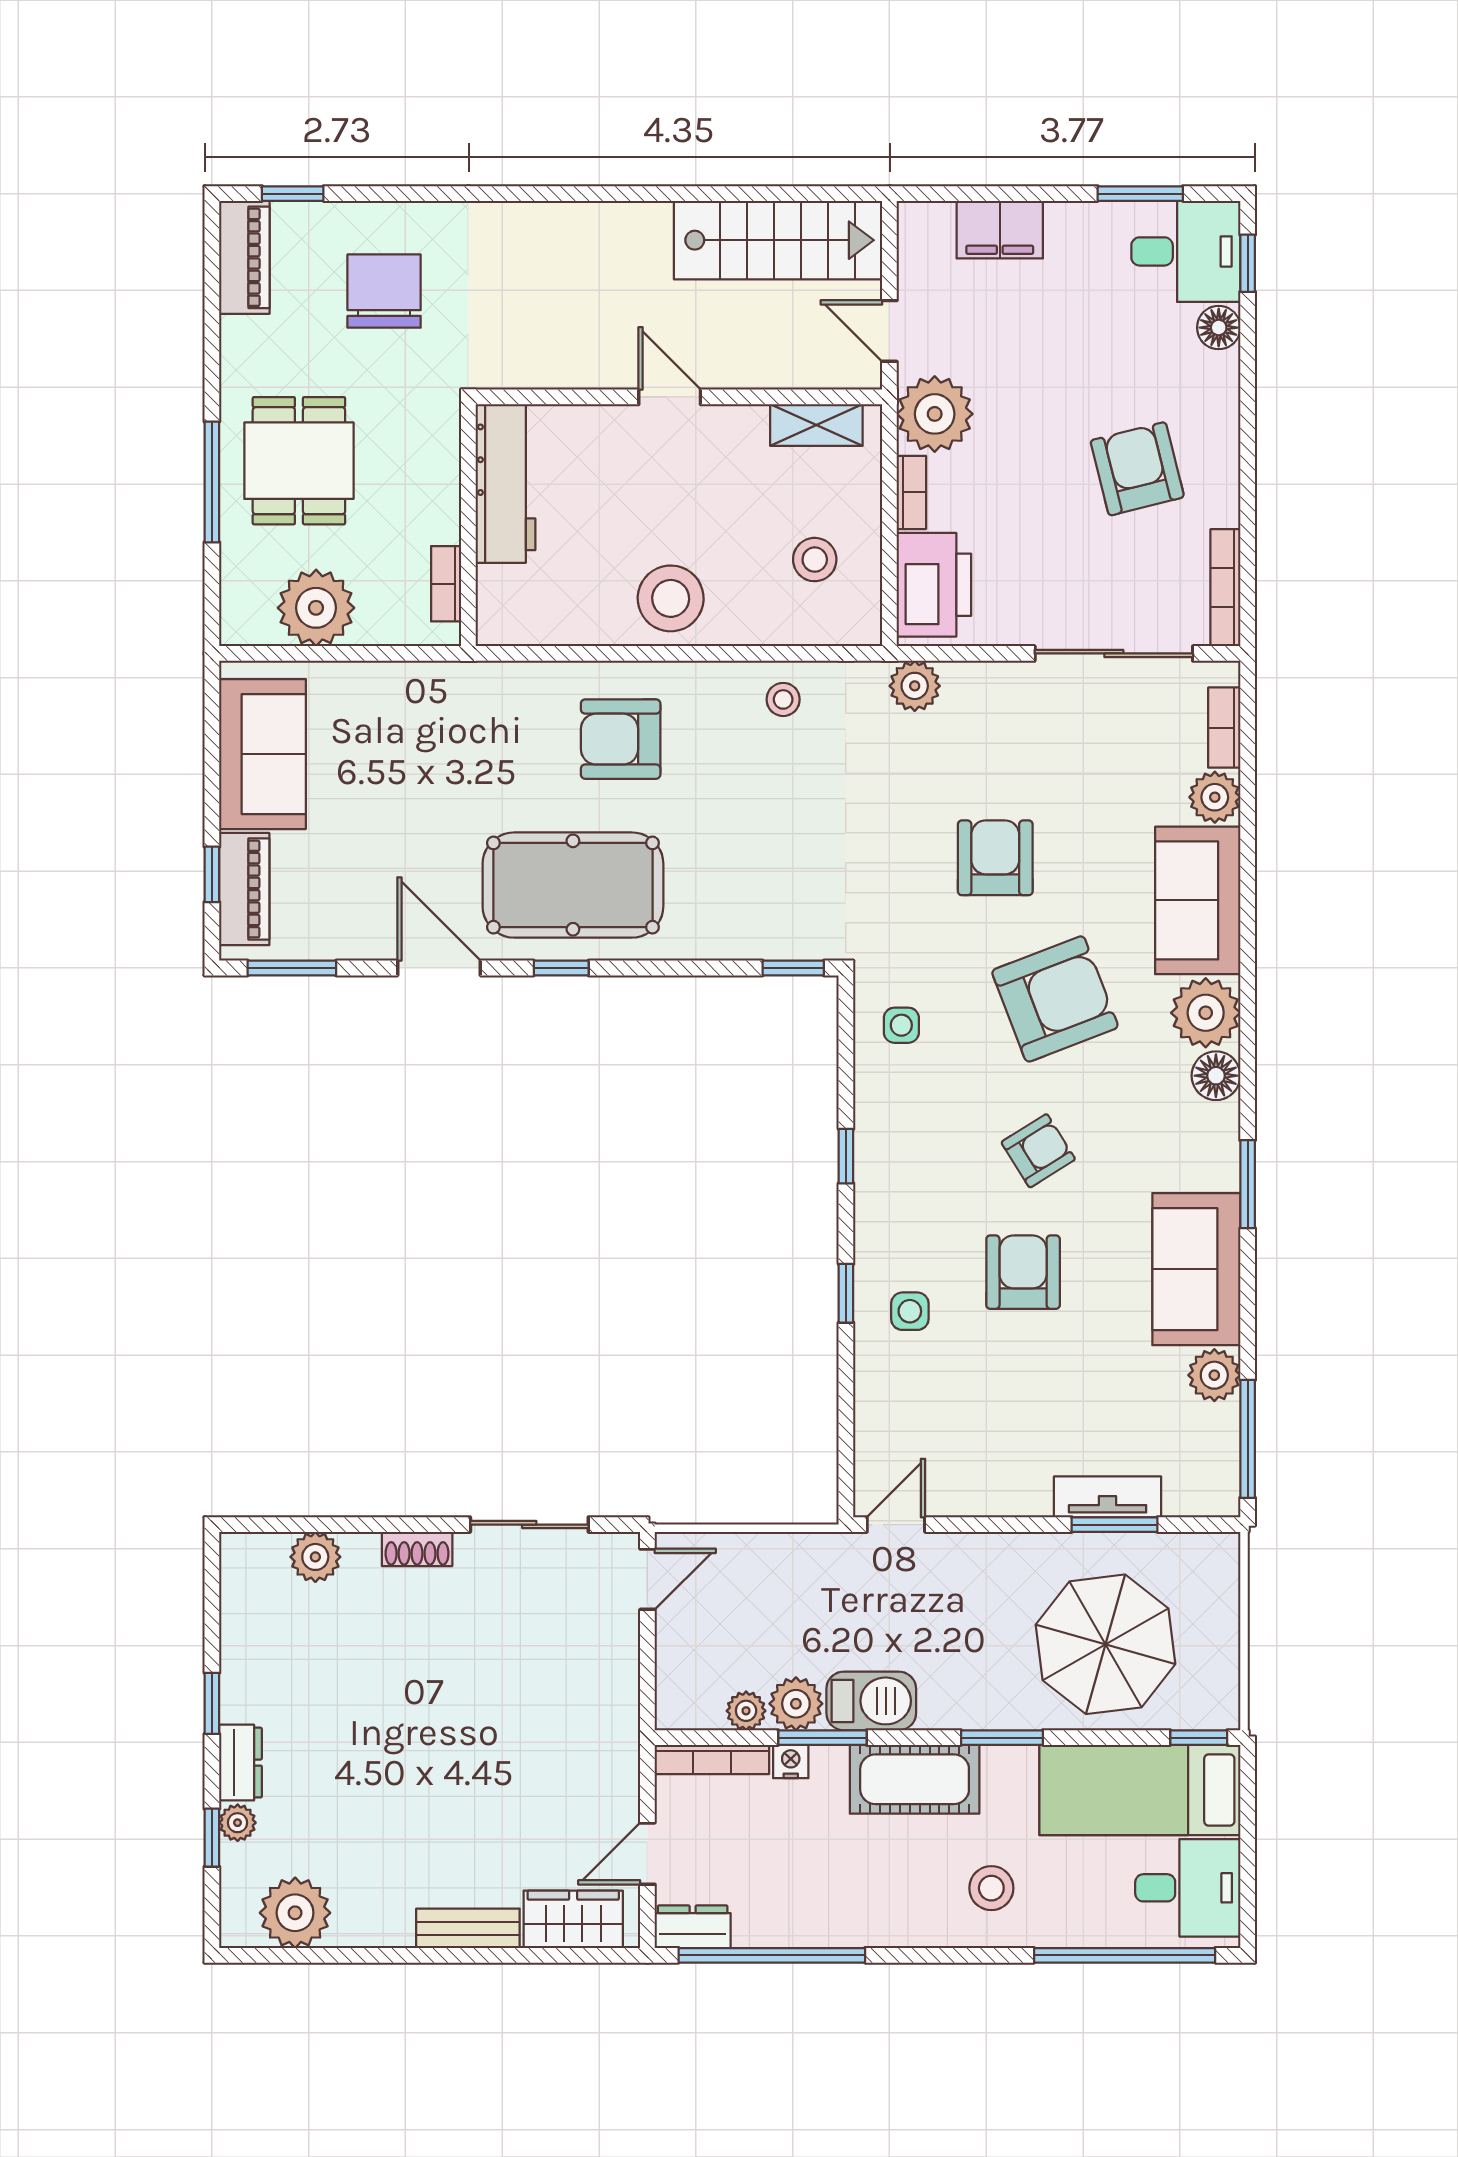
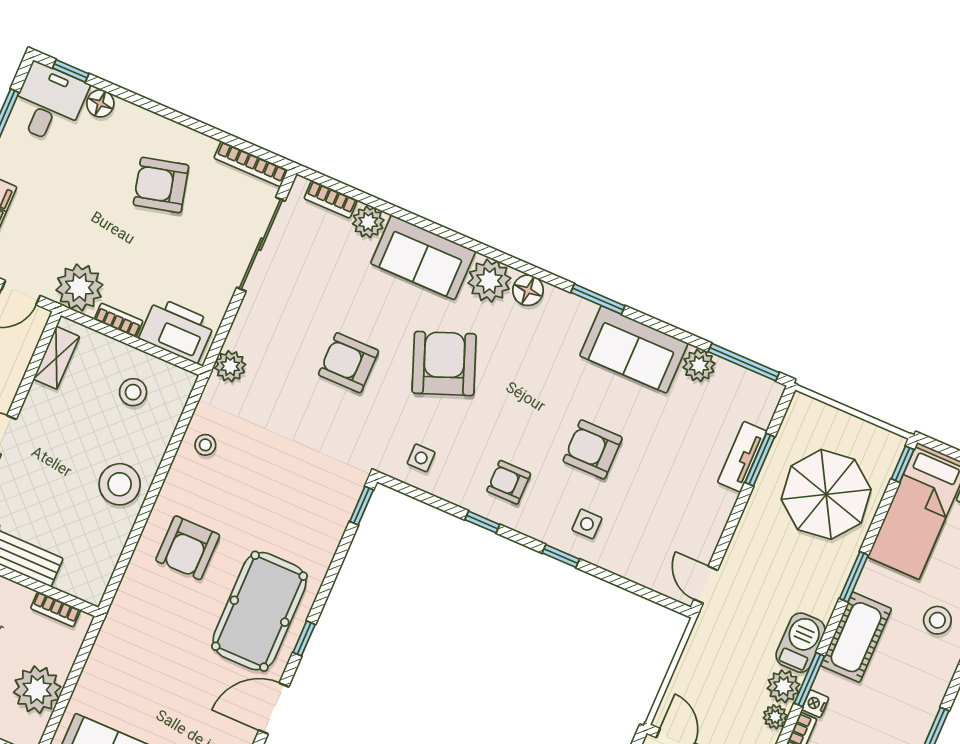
armchair: (1038, 1151) -> (509, 482), moved, turned -58

